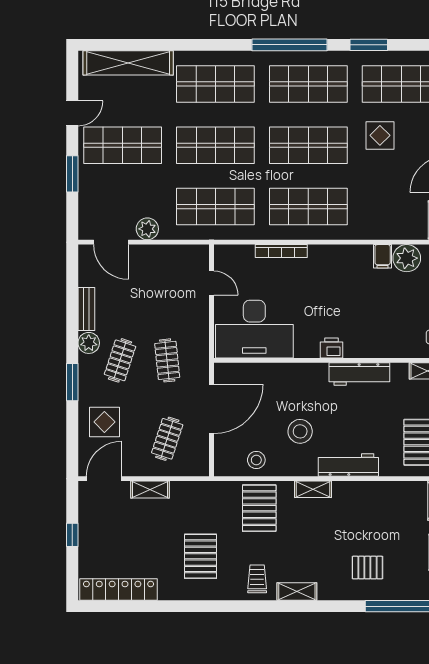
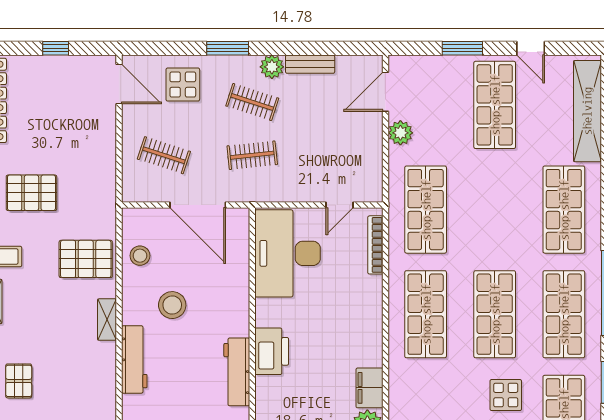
shop shelf: (215, 145) -> (495, 210), removed
bookcase: (281, 251) -> (375, 245), moved
filing cabinet: (383, 256) -> (369, 388), width x2.00
printer: (332, 348) -> (272, 351), width x1.87, depth x1.48
shelving: (150, 490) -> (107, 136), removed

